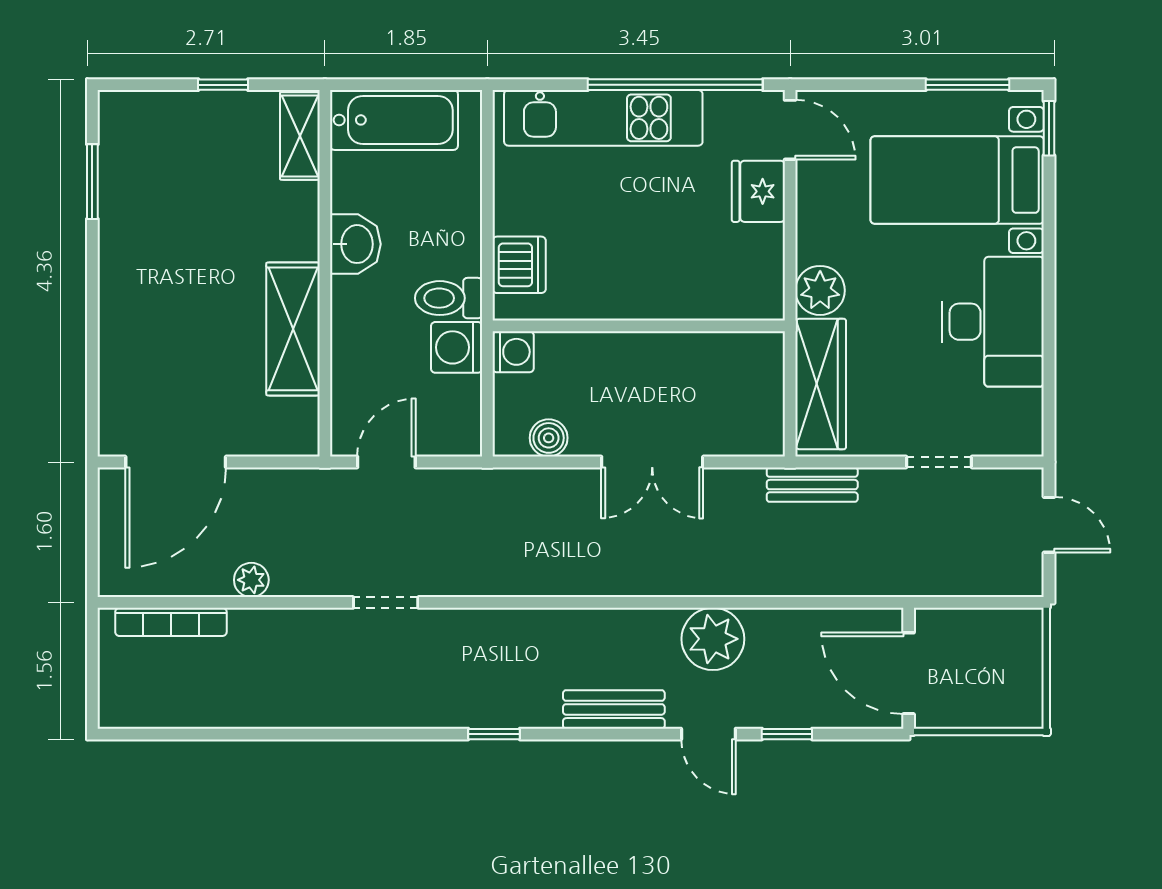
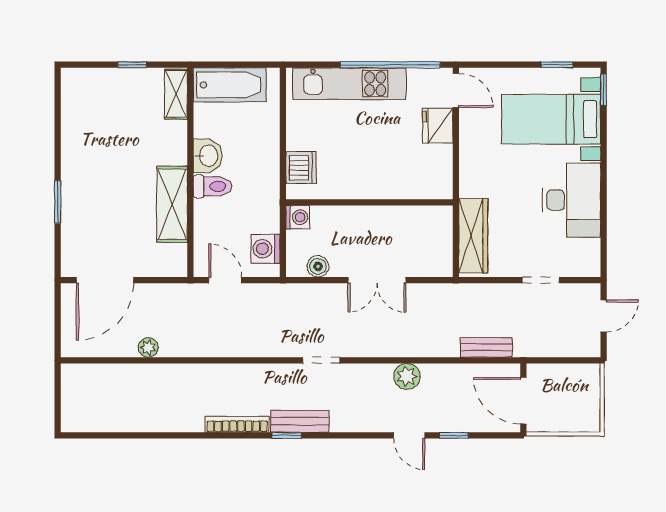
window: (967, 85) -> (557, 65), width x0.67
window: (92, 182) -> (58, 202), moved
plant: (820, 290) -> (473, 182), removed
toilet: (449, 298) -> (212, 186), moved, turned 180
washing machine: (457, 347) -> (265, 249), moved
door: (386, 462) -> (225, 280), hinge flipped
bench: (812, 485) -> (486, 347), moved
door: (1049, 525) -> (604, 316), hinge flipped
doorway: (386, 602) -> (321, 360), moved
bookcase: (171, 622) -> (237, 424), moved, turned 180
plant: (713, 639) -> (407, 376), width x0.73, depth x0.73
bench: (614, 709) -> (300, 421), moved

